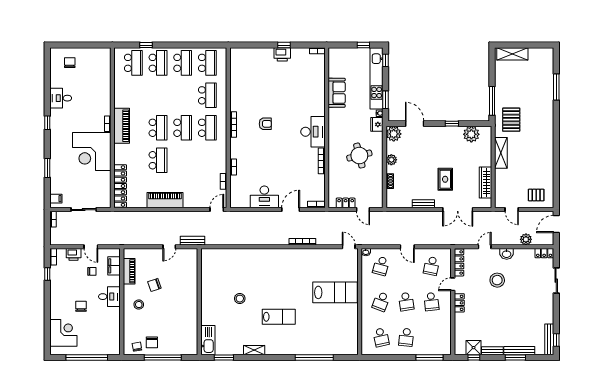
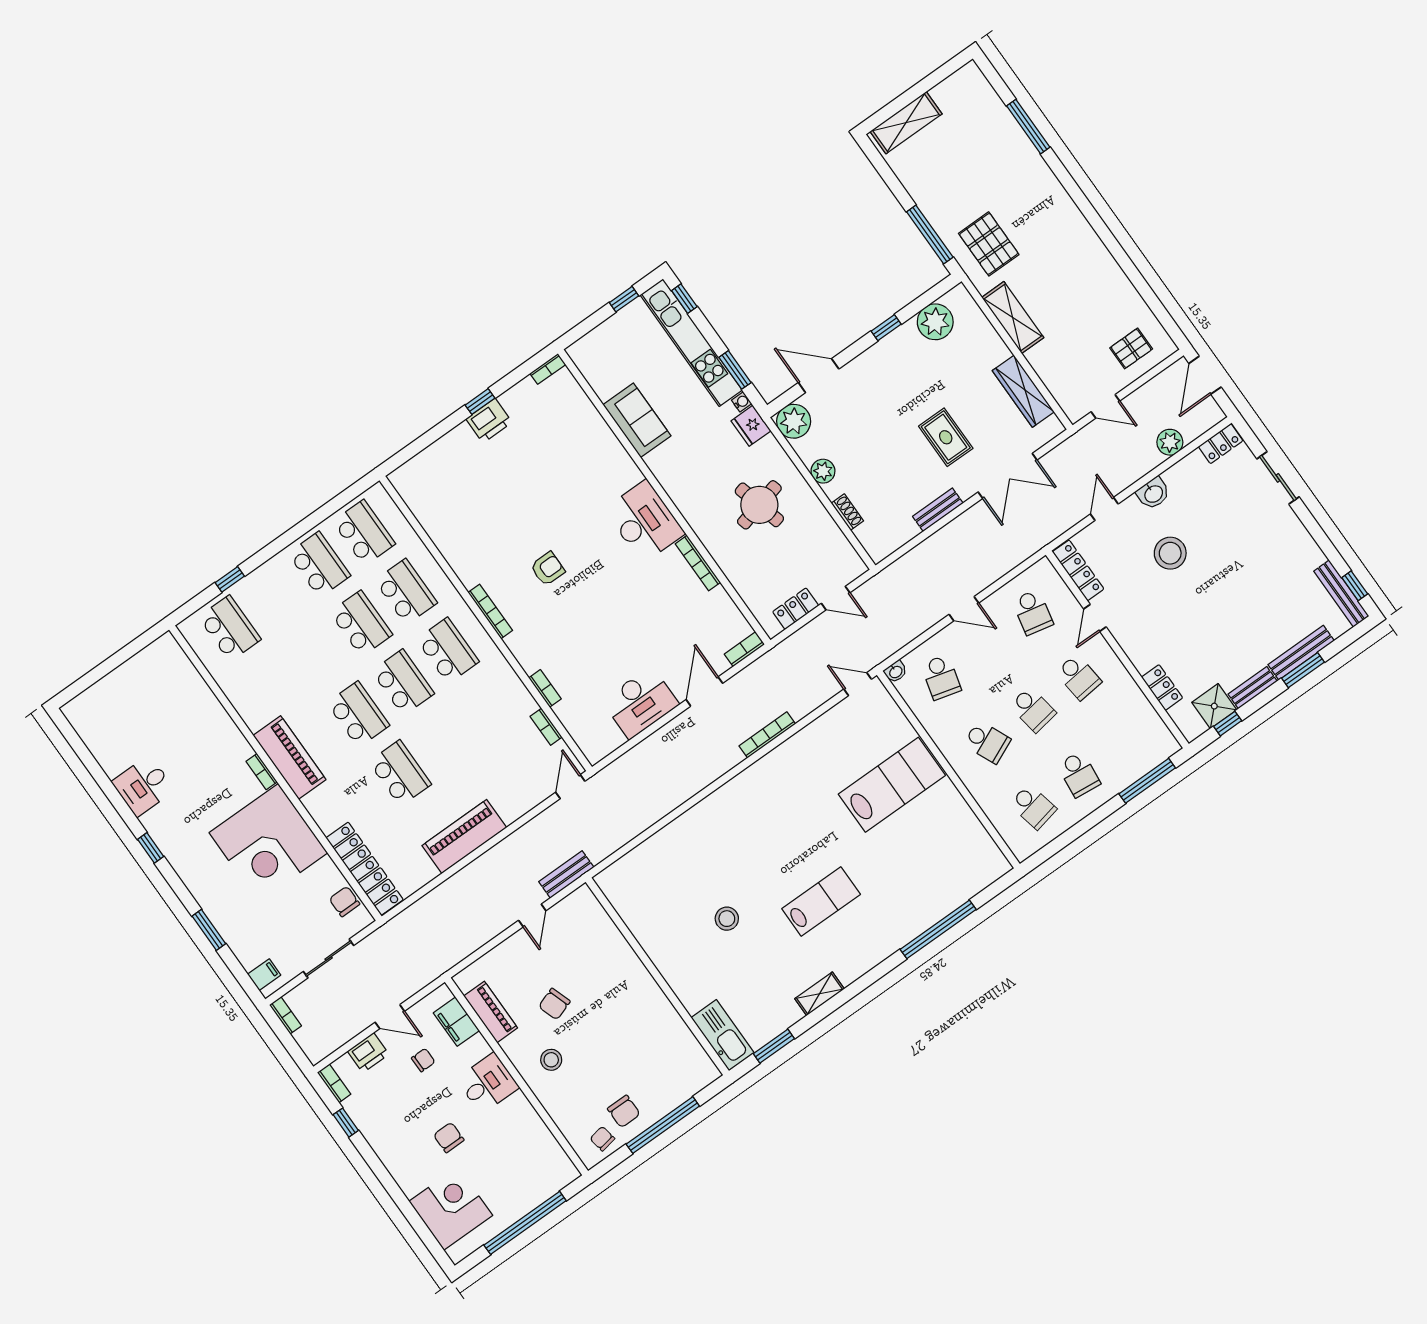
chair: (70, 63) -> (344, 901), moved
school desk: (158, 63) -> (361, 623), moved
school desk: (381, 302) -> (987, 742), turned -45
locker: (459, 303) -> (1162, 687), moved

